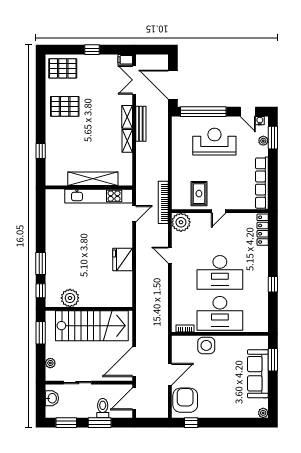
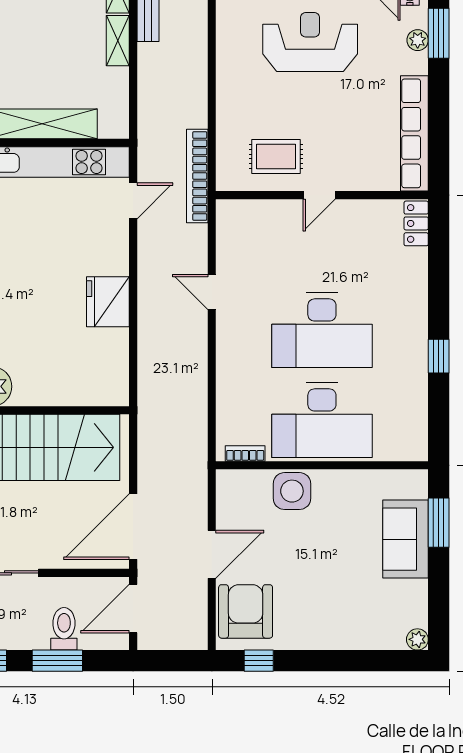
rug: (199, 194) -> (276, 157), turned 90
plant: (181, 222) -> (236, 220), removed
locker: (263, 230) -> (416, 223), width x0.66
sofa: (258, 374) -> (406, 539), width x0.73

